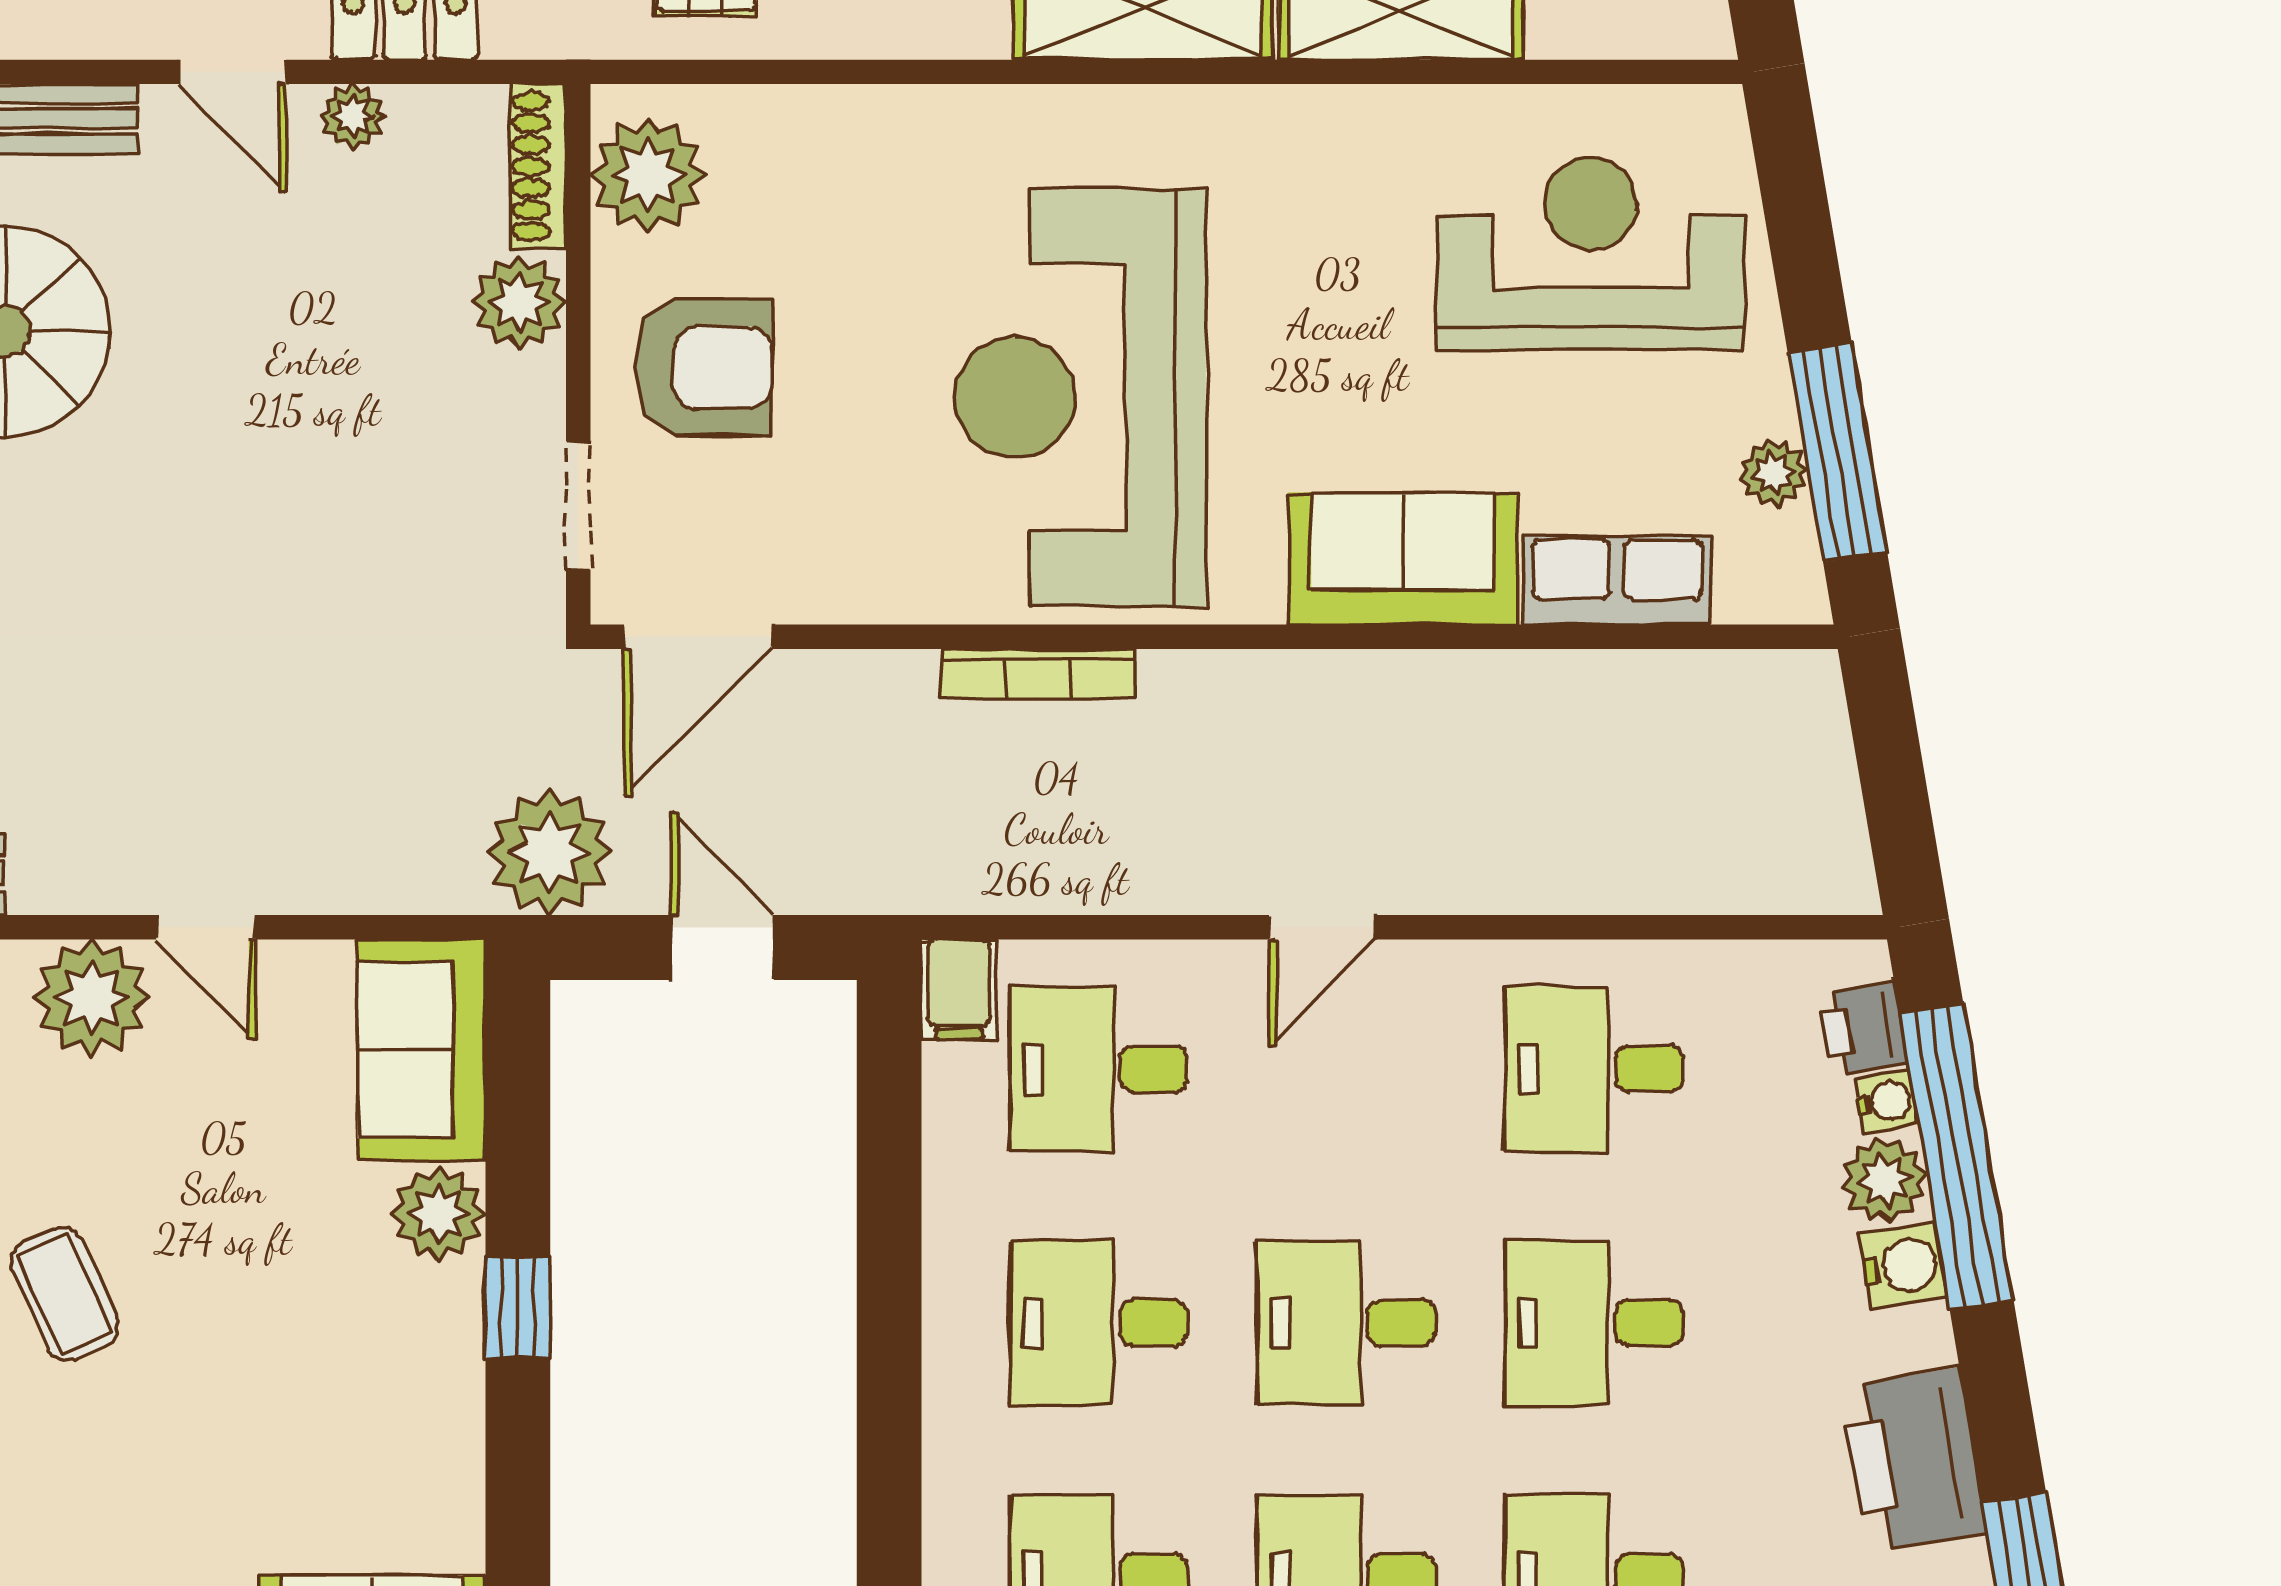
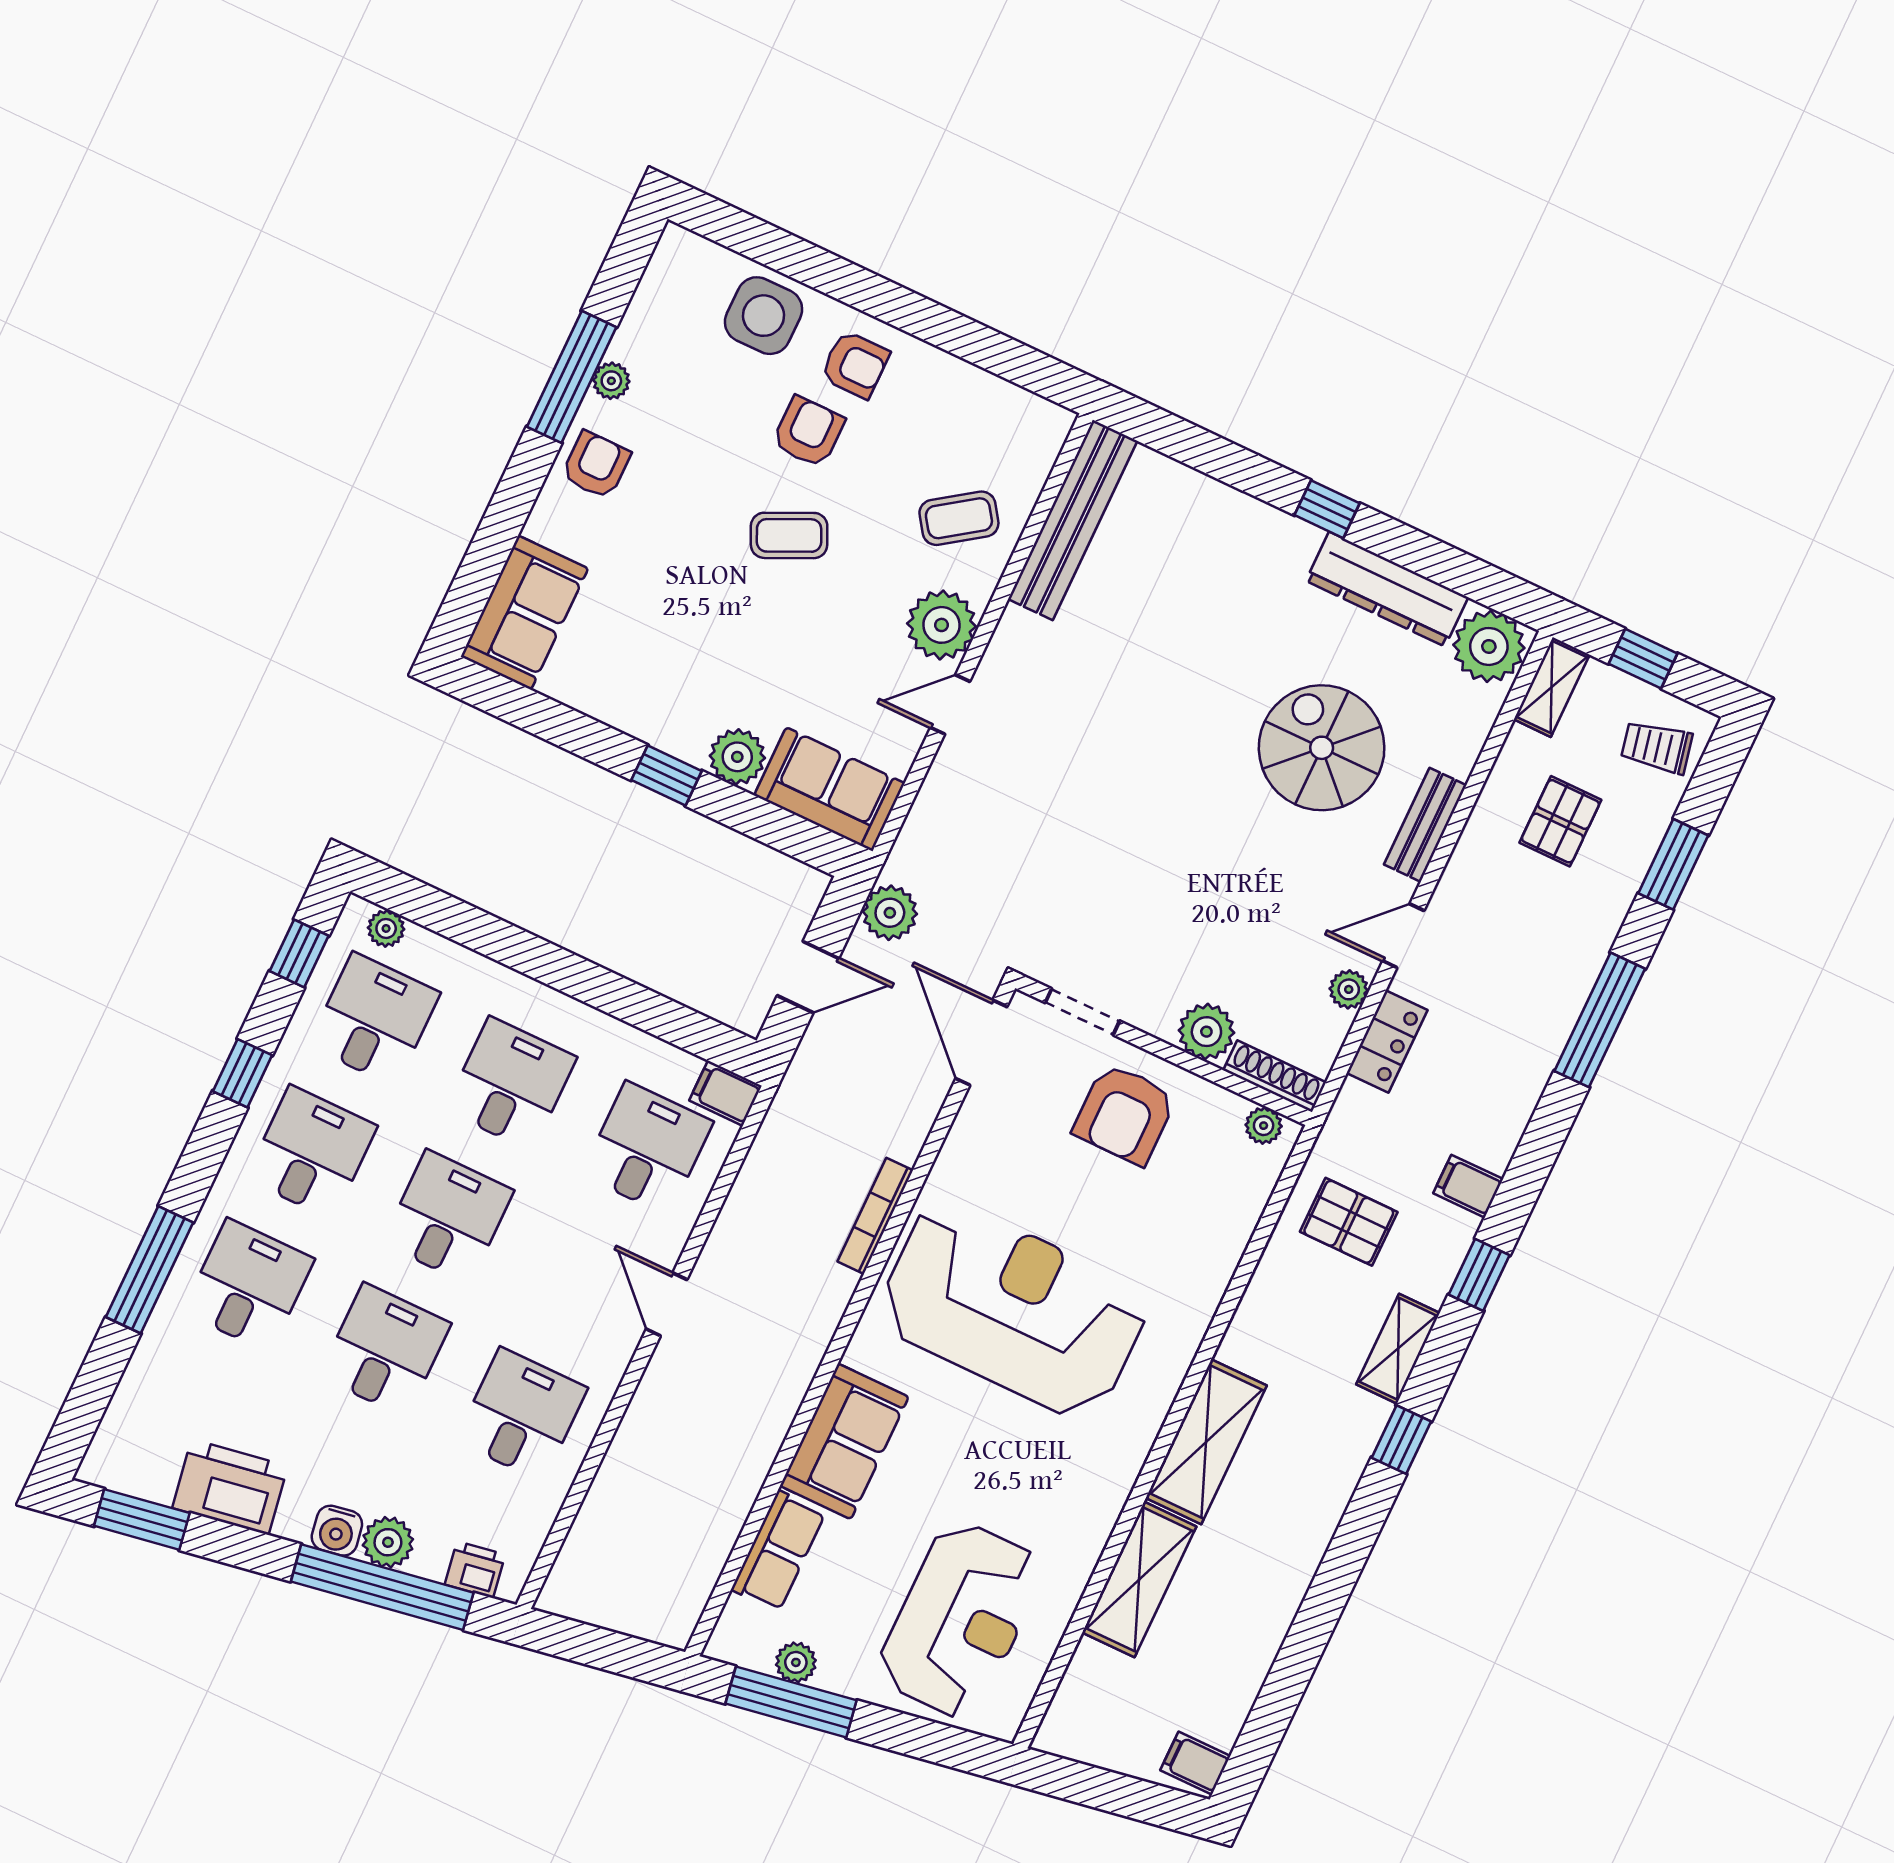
plant: (648, 175) -> (1264, 1126), width x0.53, depth x0.53
plant: (549, 853) -> (890, 913), width x0.73, depth x0.73
water cooler: (1886, 1102) -> (430, 1563), removed

